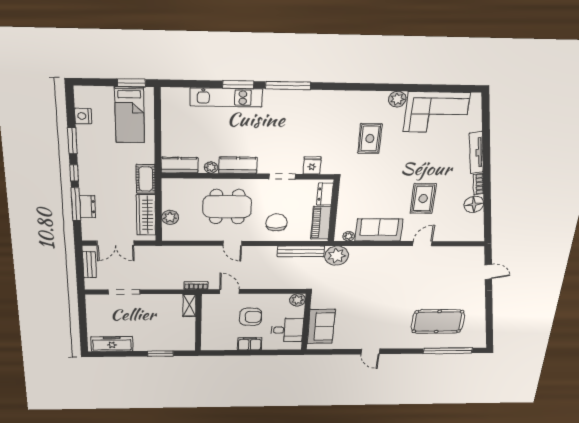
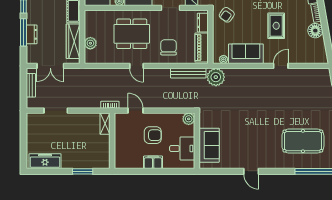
armchair: (359, 185) -> (227, 15), added

